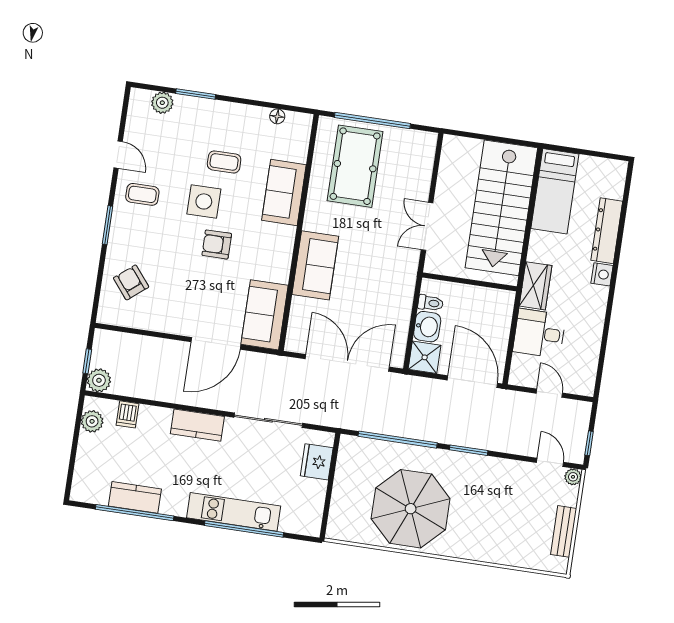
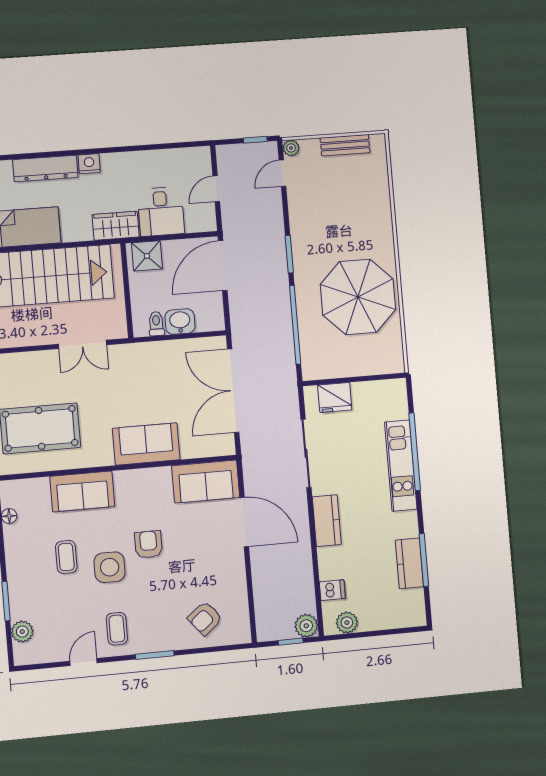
armchair: (217, 244) -> (148, 544), turned 180
shower: (425, 357) -> (147, 256), moved
window: (135, 513) -> (424, 560), width x0.68

